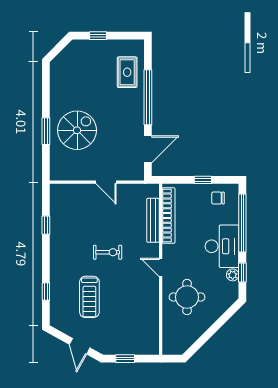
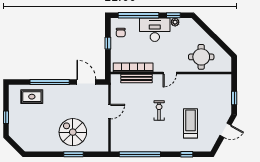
window: (46, 225) -> (140, 154), width x3.17
treadmill: (89, 297) -> (191, 123), turned -90
round table: (187, 297) -> (201, 57), moved

